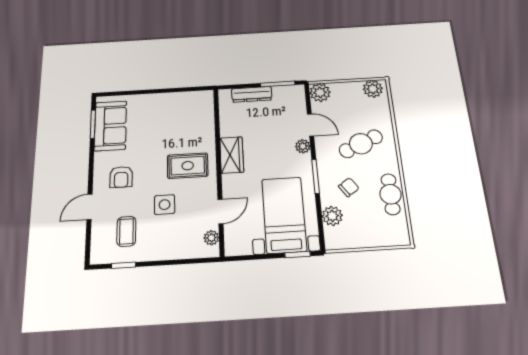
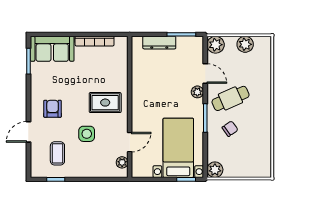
plant: (373, 89) -> (245, 44), moved
bookcase: (174, 97) -> (95, 41), added
sofa: (110, 126) -> (52, 49), moved, turned 90
cafe table: (361, 144) -> (230, 98), moved
wardrobe: (232, 155) -> (140, 96), removed
armchair: (121, 177) -> (53, 109), turned 180
cafe table: (391, 194) -> (261, 136), removed
plant: (332, 216) -> (215, 170), moved

